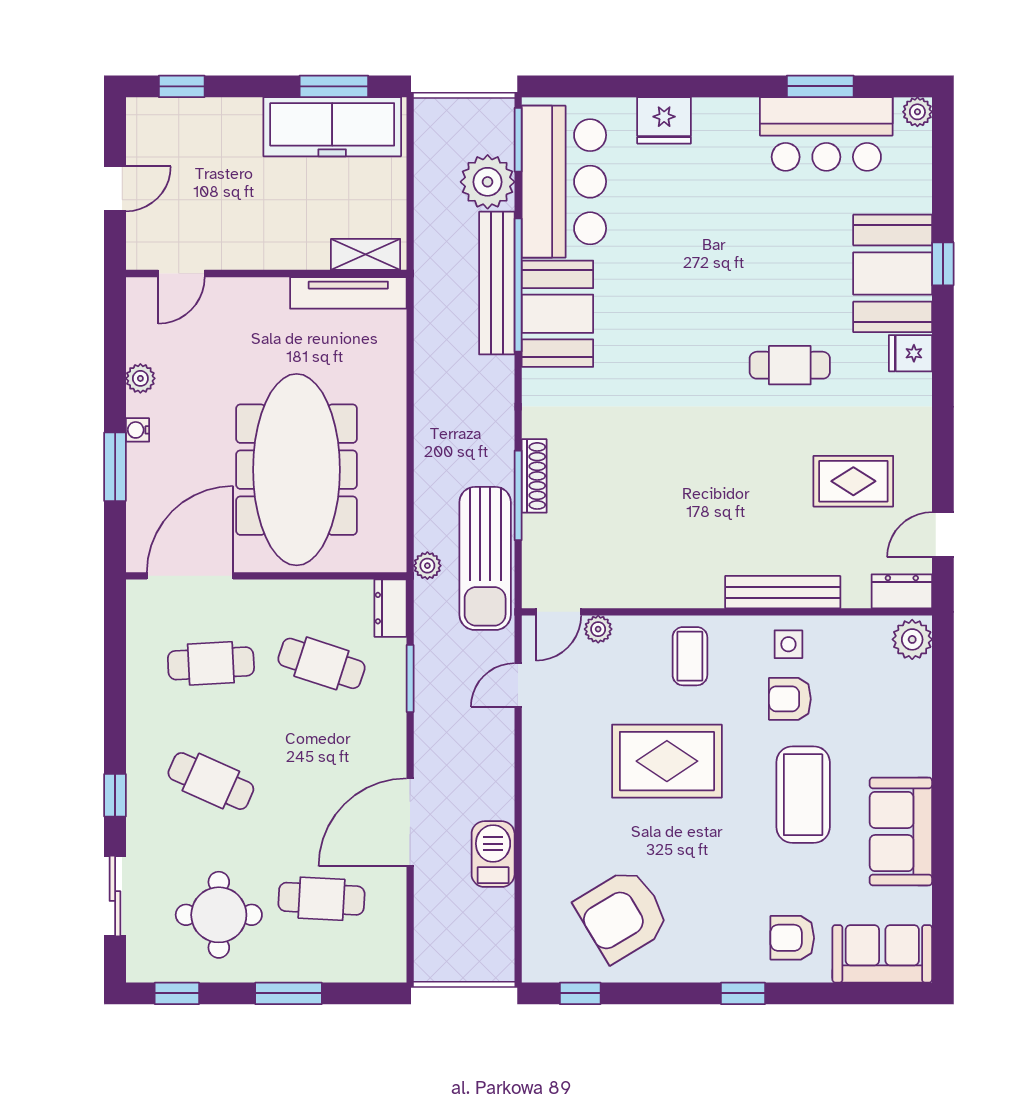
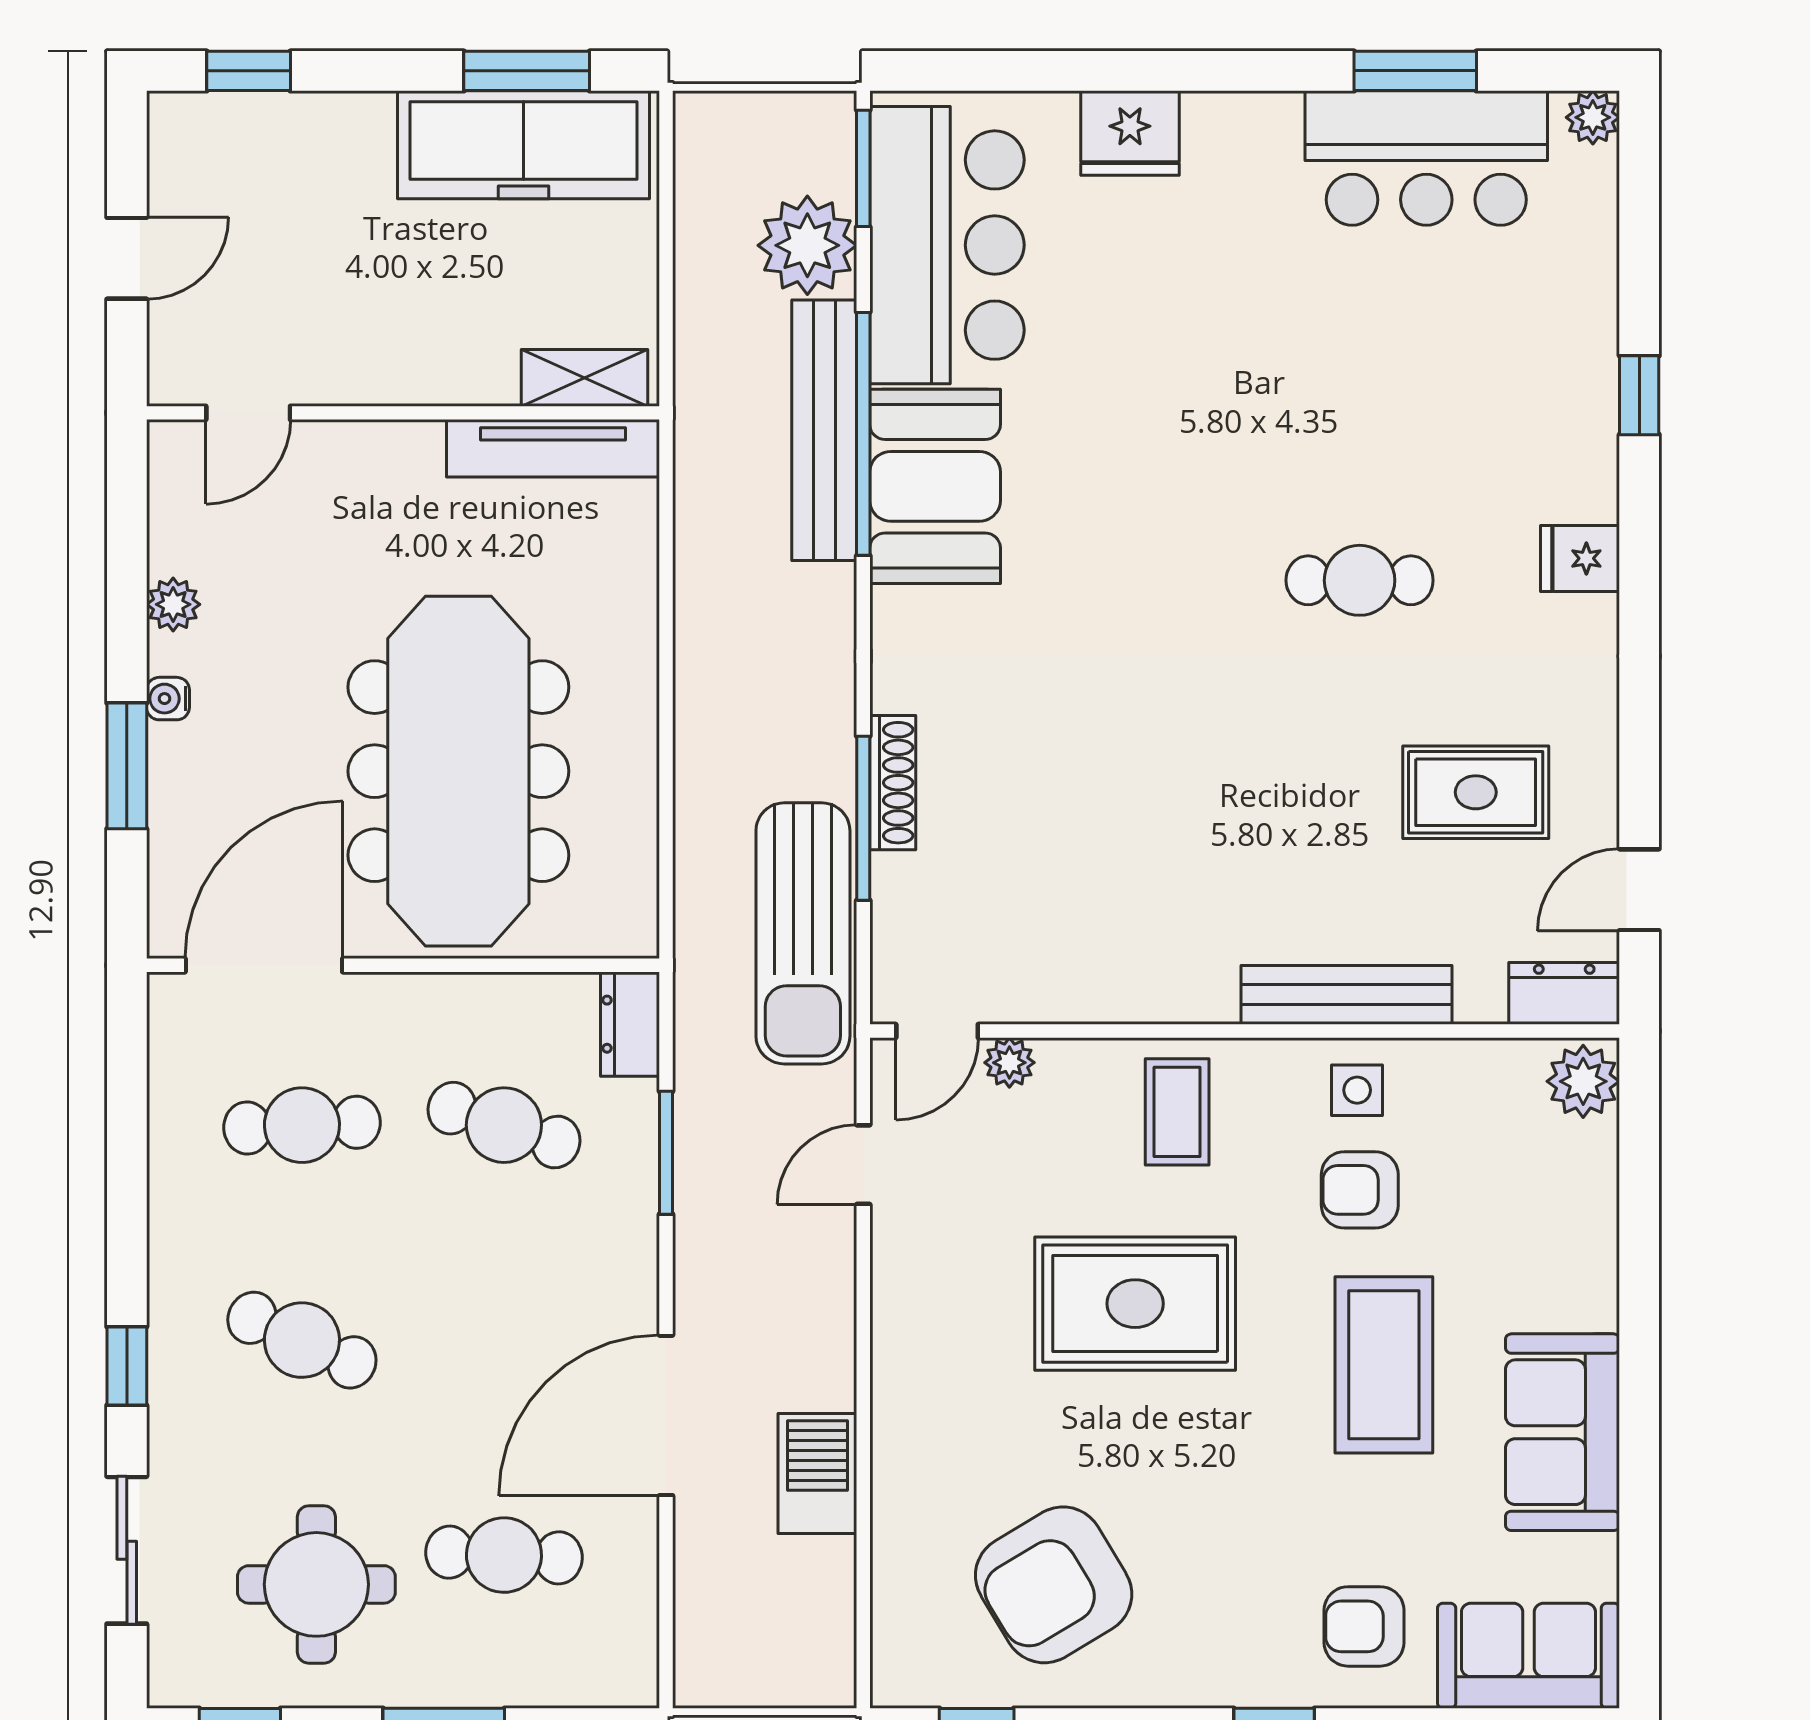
booth: (893, 273) -> (1547, 413), removed
plant: (427, 566) -> (697, 946), removed

